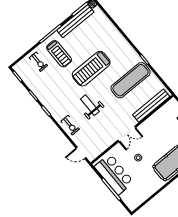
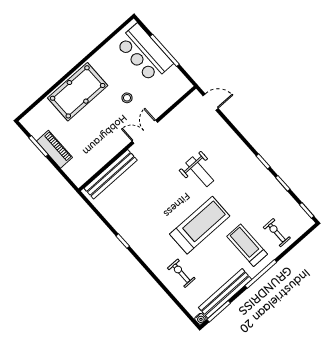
exercise mat: (131, 80) -> (142, 210), removed
exercise bike: (70, 125) -> (181, 273), moved
bar counter: (114, 174) -> (144, 53), moved

